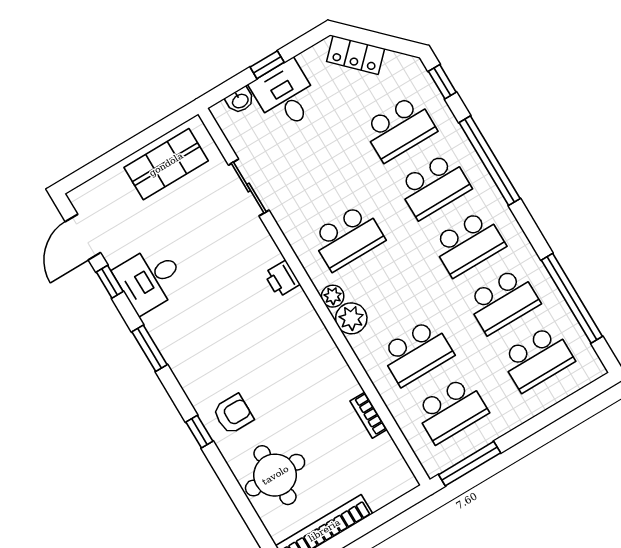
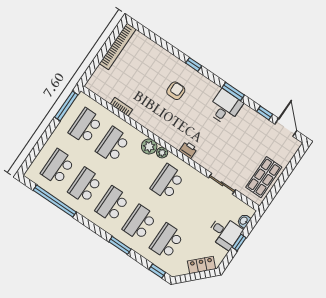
window: (490, 161) -> (120, 245), width x0.47
desk: (150, 279) -> (225, 107), moved
armchair: (233, 414) -> (176, 91), moved, turned 180
round table: (275, 475) -> (151, 61), removed

